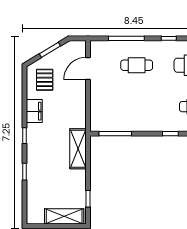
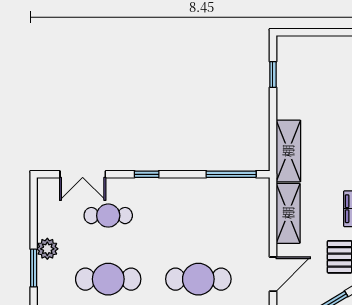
cafe table: (137, 65) -> (198, 279), width x1.37, depth x1.35
shelving: (64, 216) -> (288, 213), moved, turned 90

